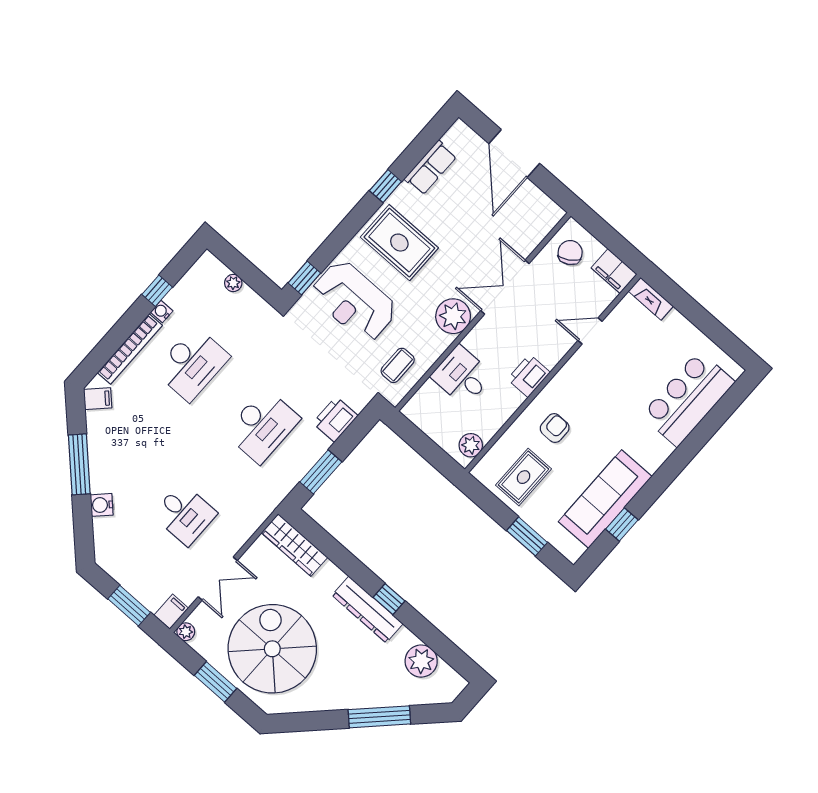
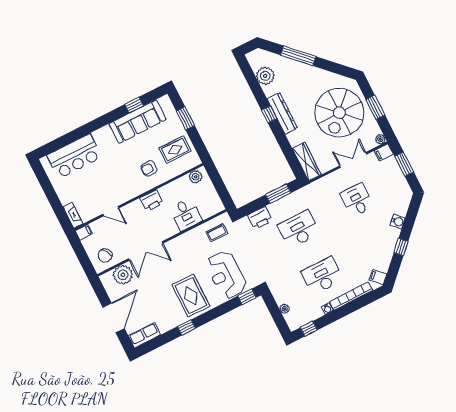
row of seats: (431, 168) -> (144, 335), moved
filing cabinet: (614, 271) -> (84, 232), width x0.50
window: (157, 291) -> (309, 329), moved
reception desk: (354, 301) -> (226, 275), turned 180
plant: (453, 316) -> (123, 275), moved
window: (79, 464) -> (401, 247), width x0.46

